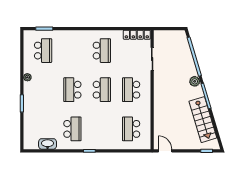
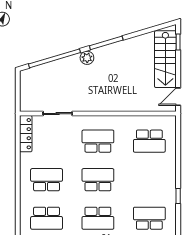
school desk: (72, 51) -> (47, 218), added
school desk: (131, 90) -> (98, 141), turned 180
stairs: (203, 120) -> (165, 59), moved, turned 107

